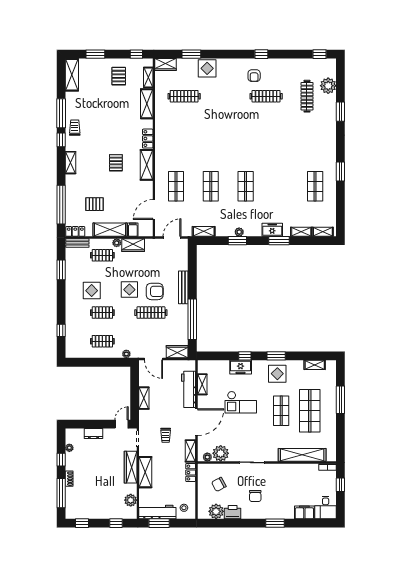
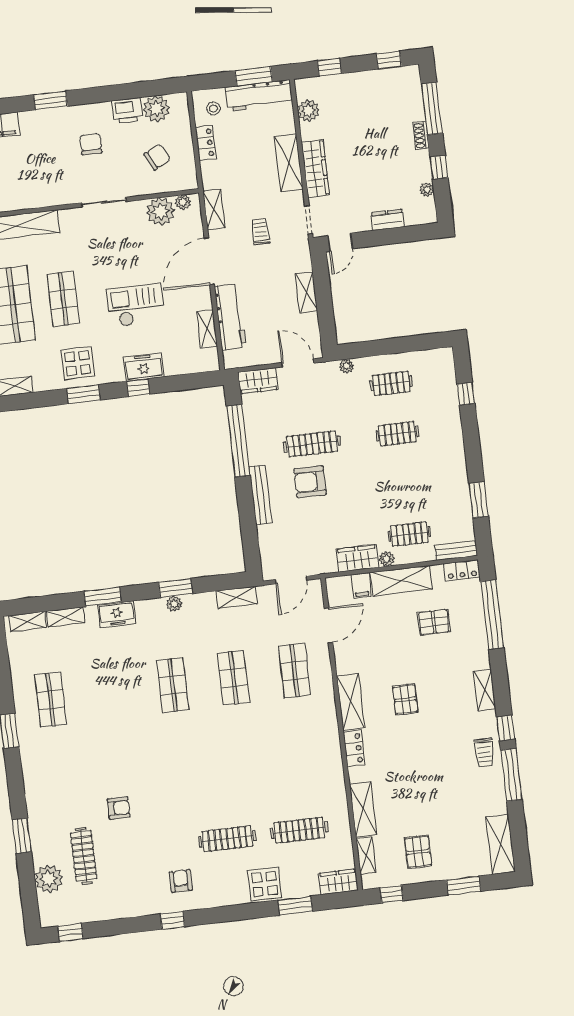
clothes rail: (266, 96) -> (227, 839), moved
armchair: (284, 121) -> (119, 808), added
display table: (129, 290) -> (355, 480), removed
display table: (92, 291) -> (421, 470), removed
locker: (191, 473) -> (206, 143), moved

